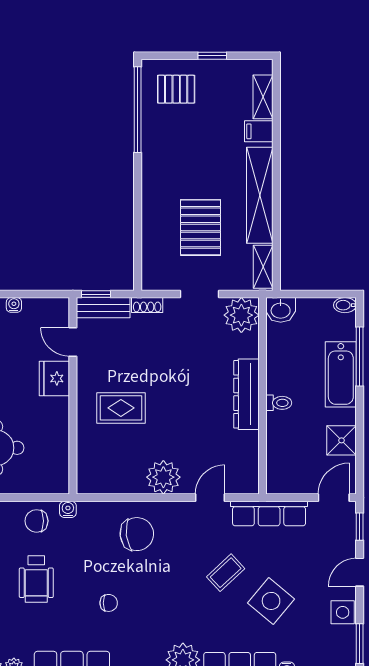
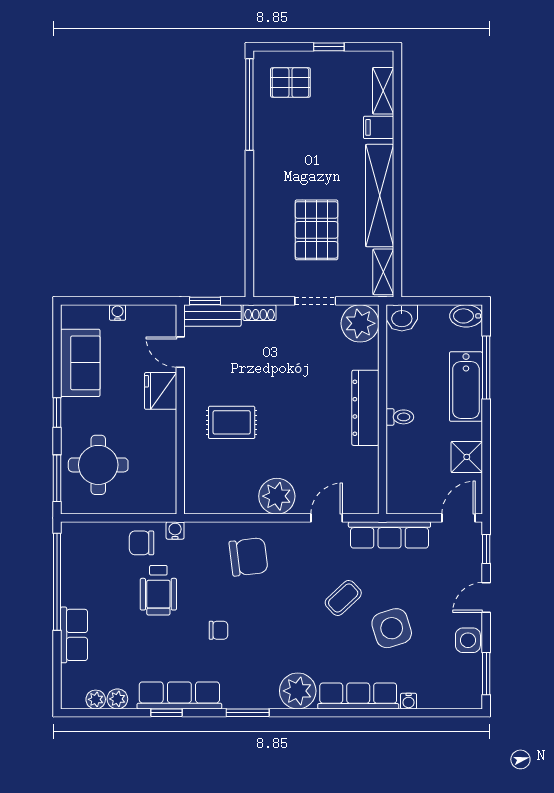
bidet: (345, 305) -> (466, 316), width x1.38, depth x1.36
wheelchair: (36, 579) -> (158, 590), moved
side table: (271, 601) -> (392, 628), turned 33

